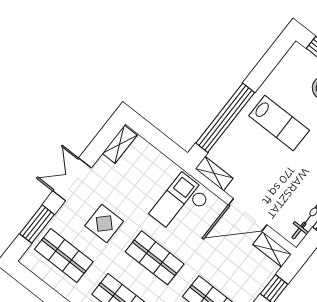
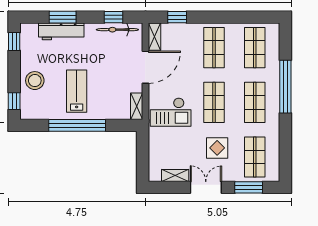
window: (225, 118) -> (77, 125), moved
shelving: (120, 144) -> (175, 176), moved
double door: (72, 179) -> (206, 187), swing flipped
door: (248, 215) -> (145, 67), hinge flipped

